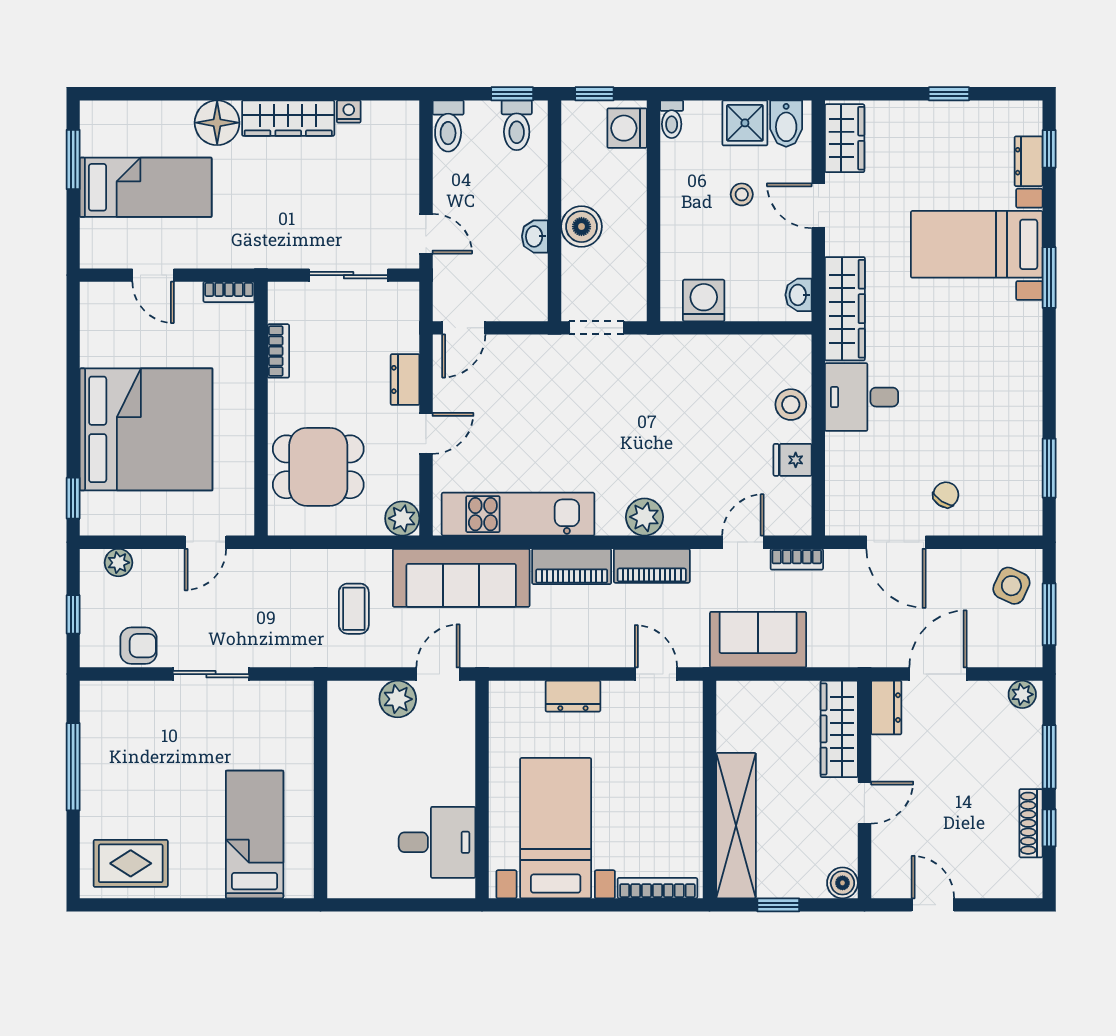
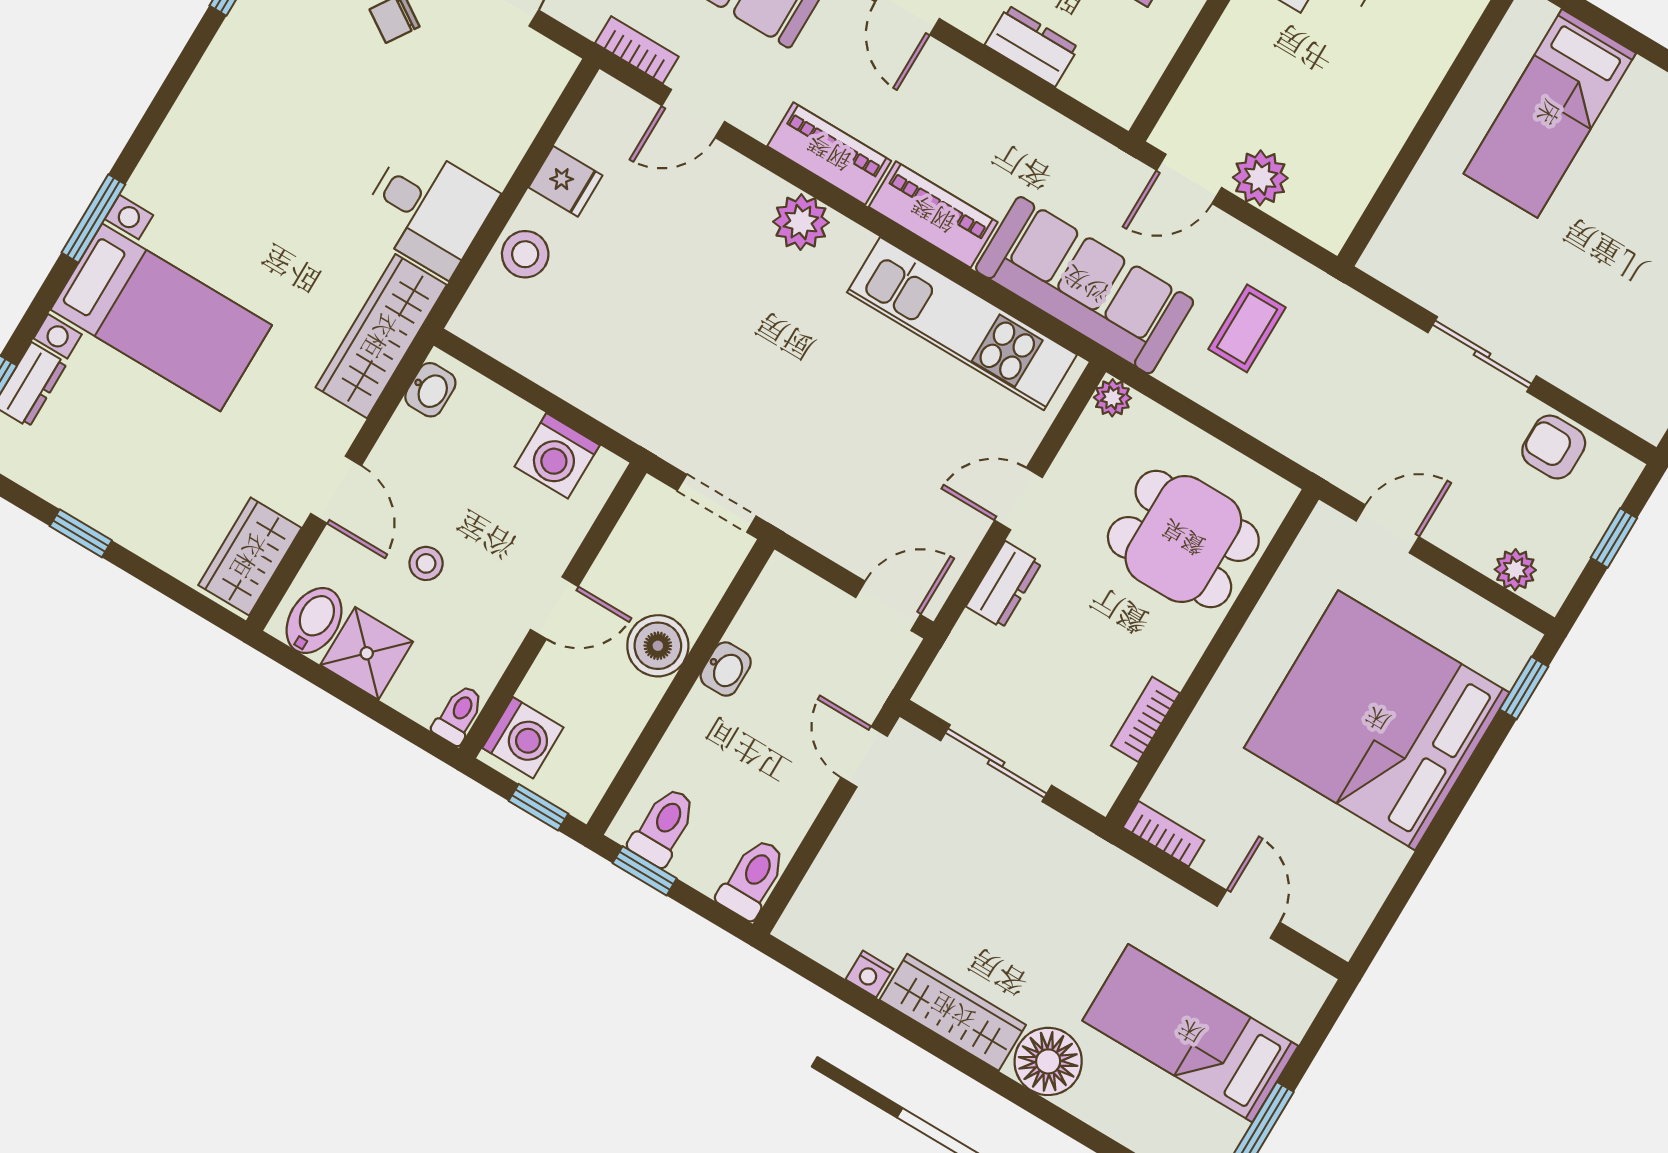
door: (653, 213) -> (554, 608), added
plant: (402, 518) -> (1112, 398), width x0.73, depth x0.73

